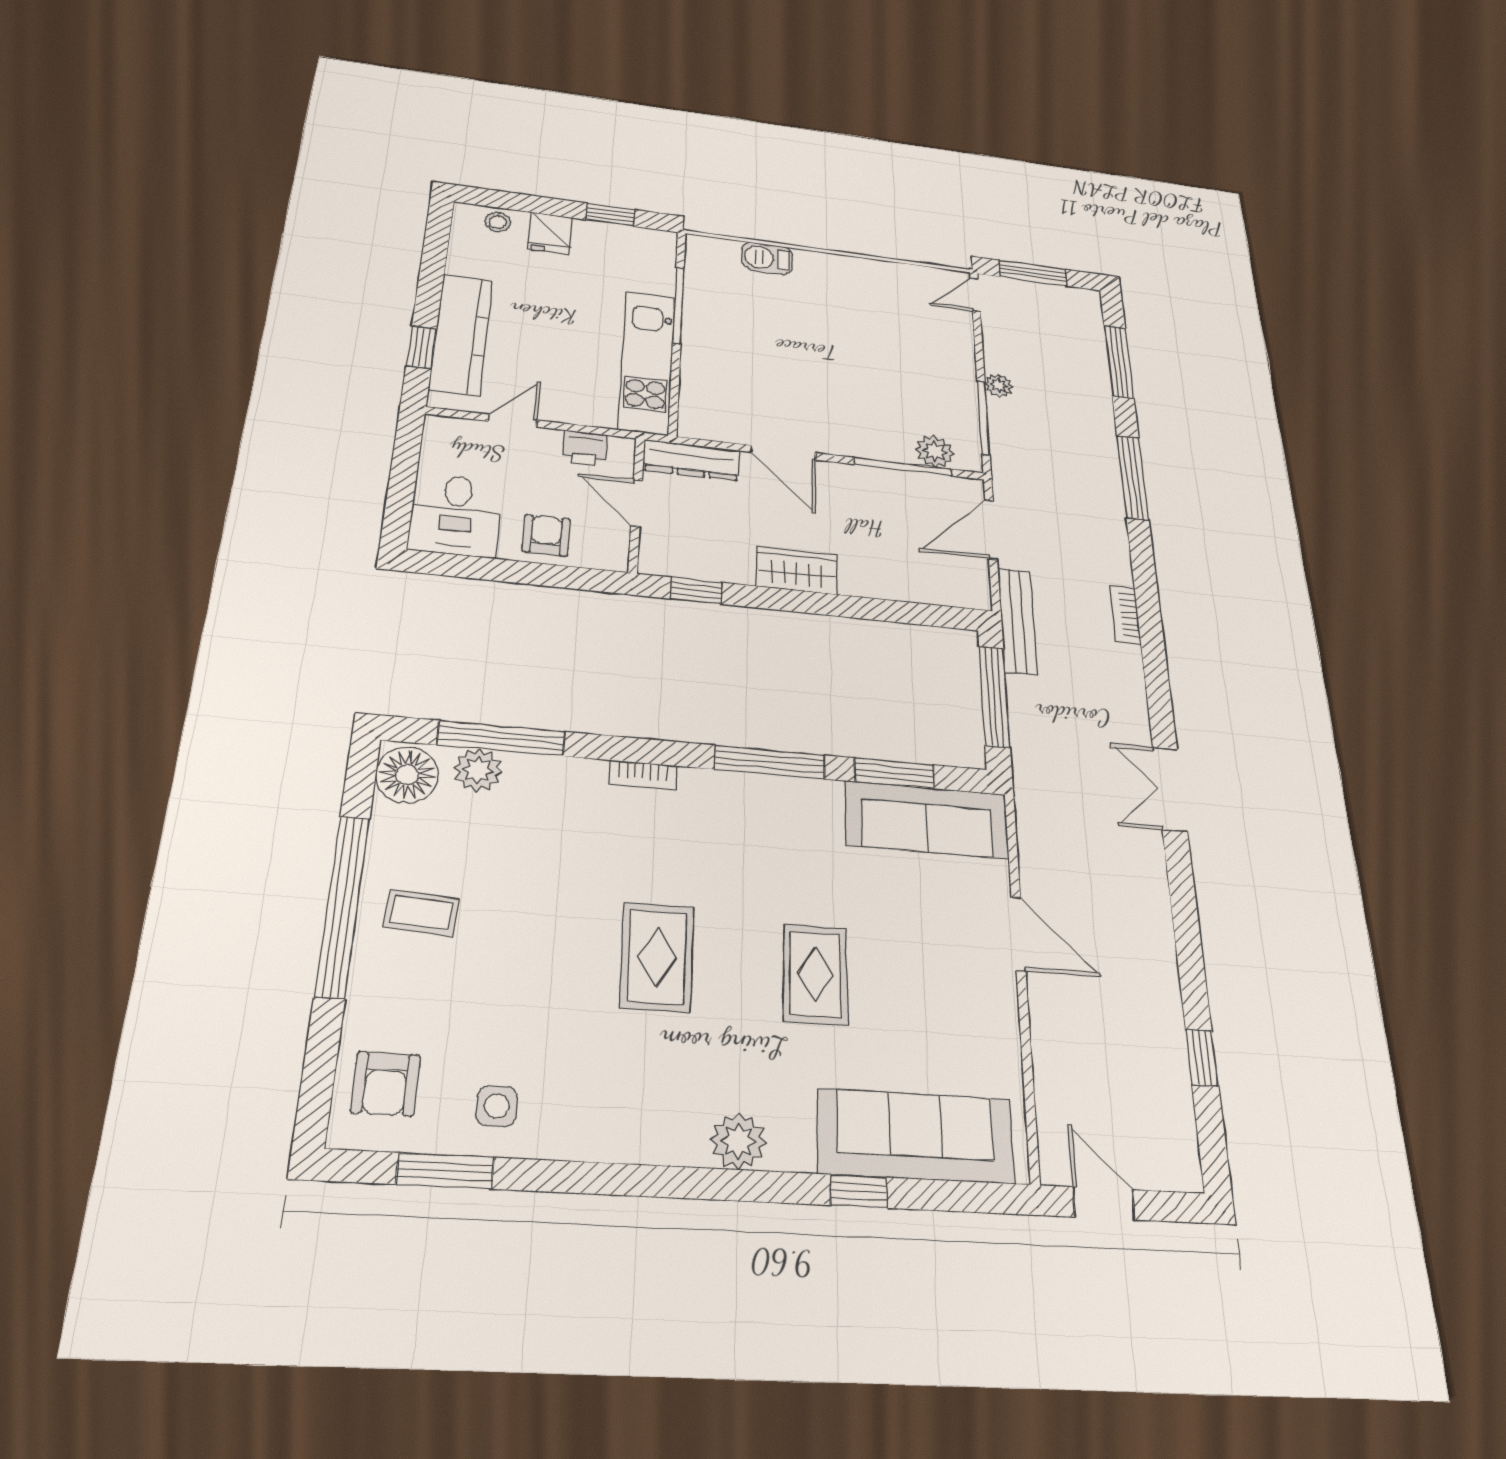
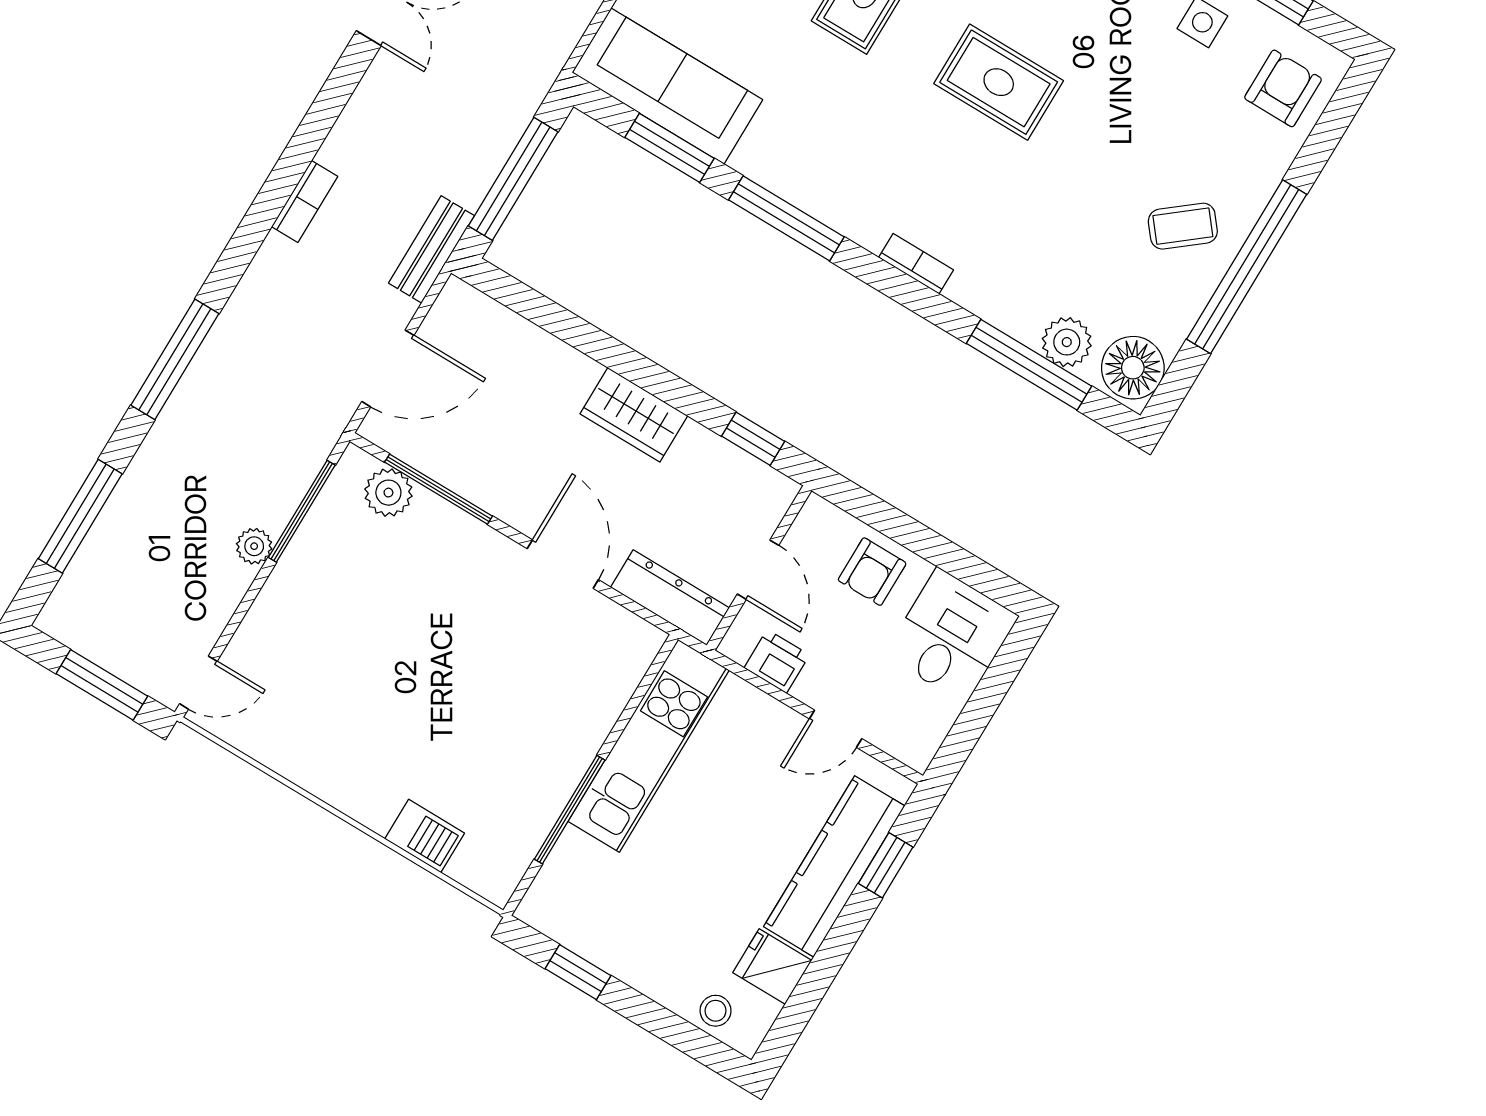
fridge: (550, 233) -> (772, 967), moved, turned -90
bench: (1017, 621) -> (431, 249), width x0.73
coffee table: (422, 913) -> (1183, 226), turned -43
rug: (657, 957) -> (999, 82), turned 90

